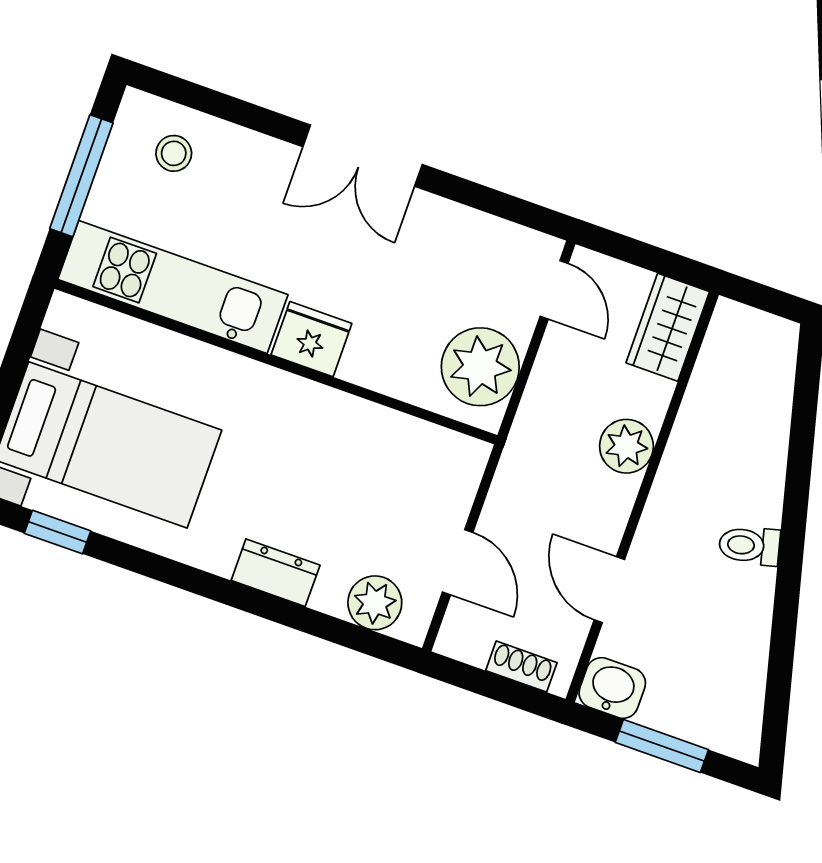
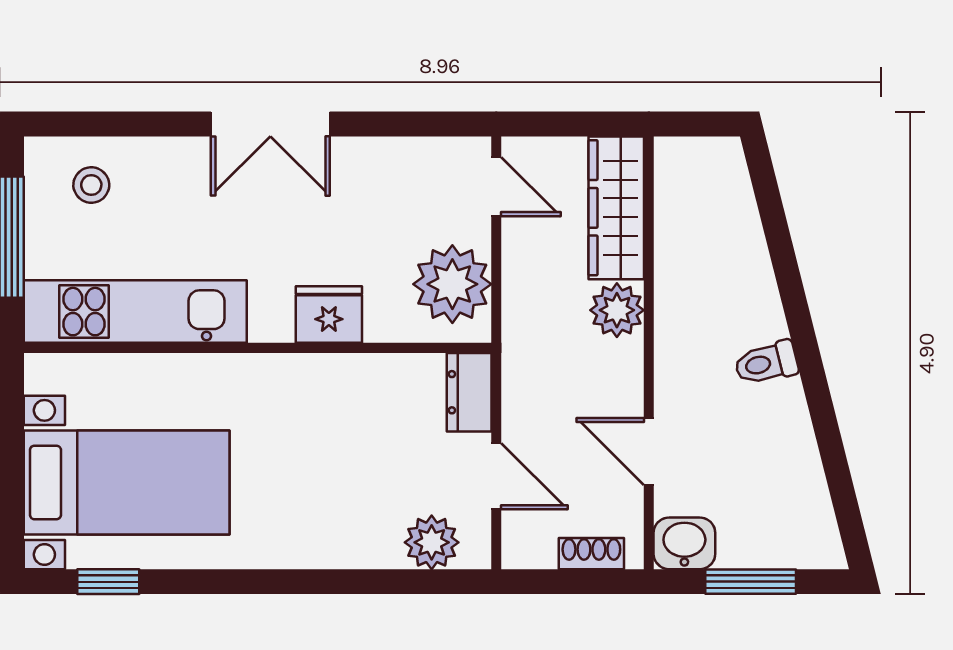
wardrobe: (668, 327) -> (616, 208), width x1.50
fridge: (311, 339) -> (329, 315), moved
dresser: (276, 573) -> (469, 392), moved, turned -90

